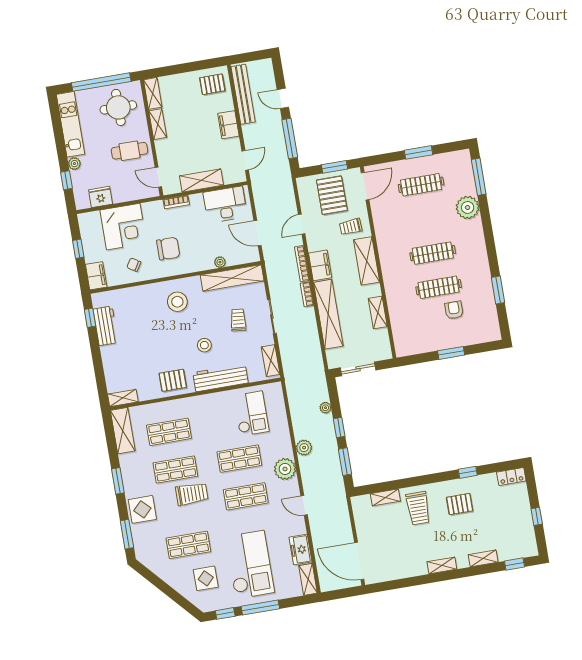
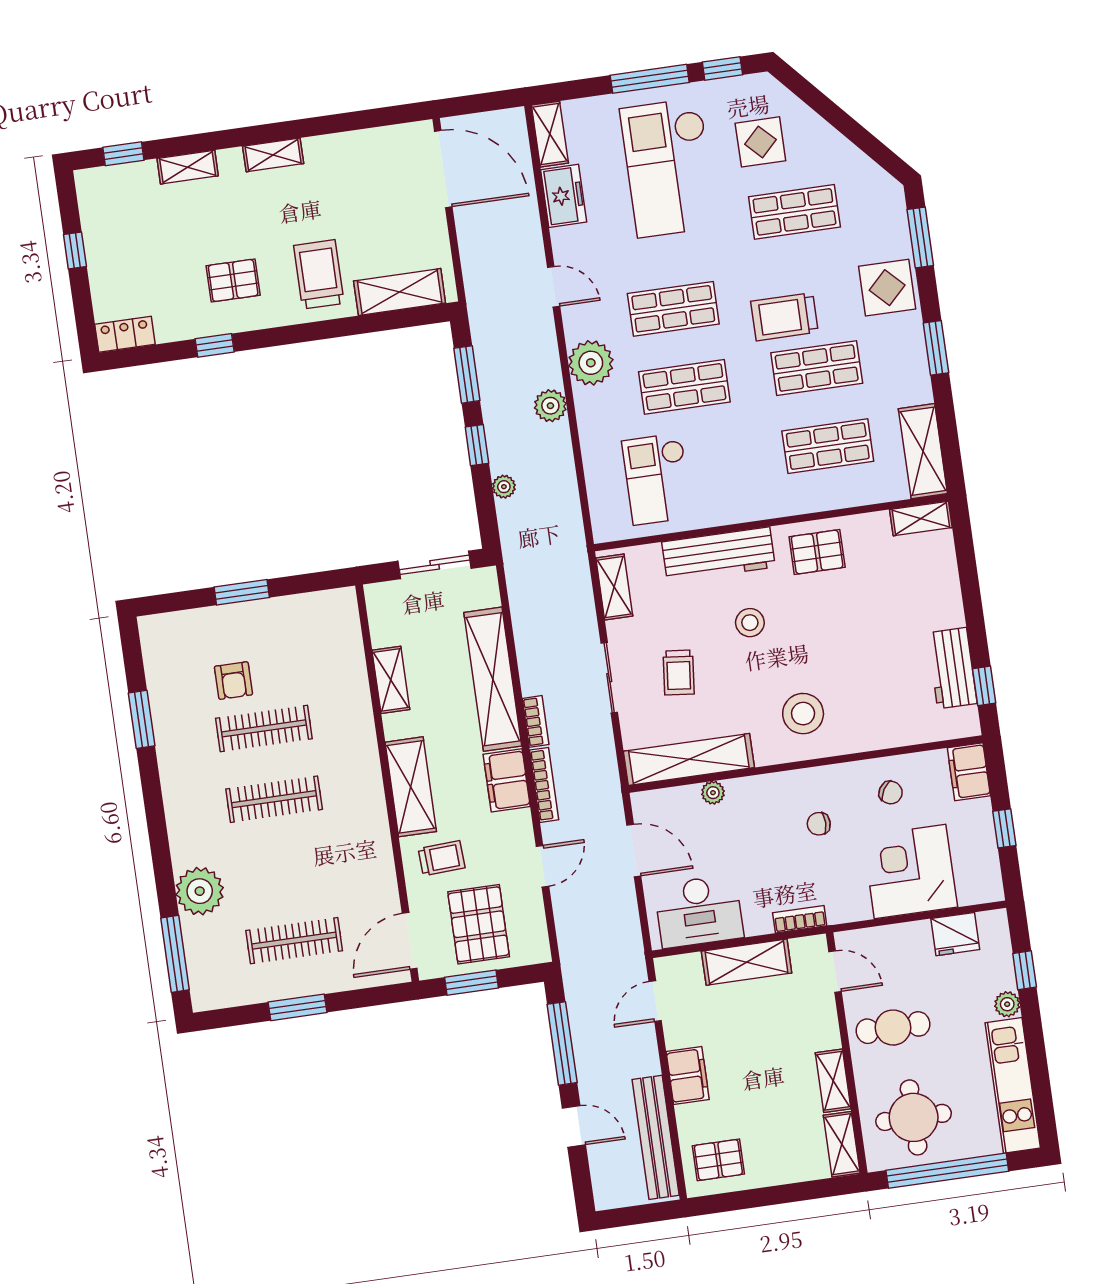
chair: (168, 249) -> (819, 824), width x0.54, depth x0.54
shelving: (385, 497) -> (400, 292), width x1.50, depth x1.33

